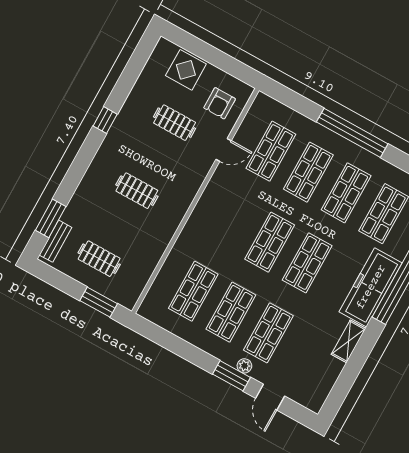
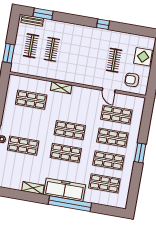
window: (352, 133) -> (140, 153), width x0.47
clothes rail: (137, 191) -> (52, 49), moved
shelving: (190, 231) -> (61, 88), added
shop shelf: (231, 312) -> (27, 123), removed

